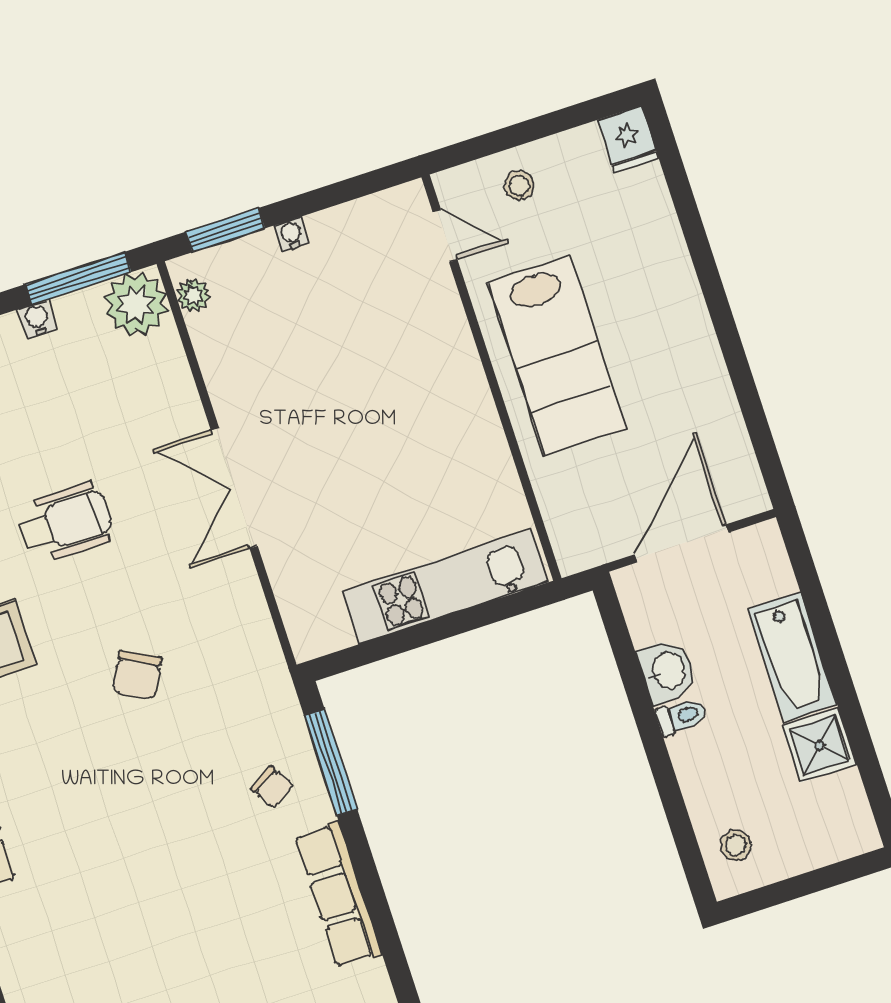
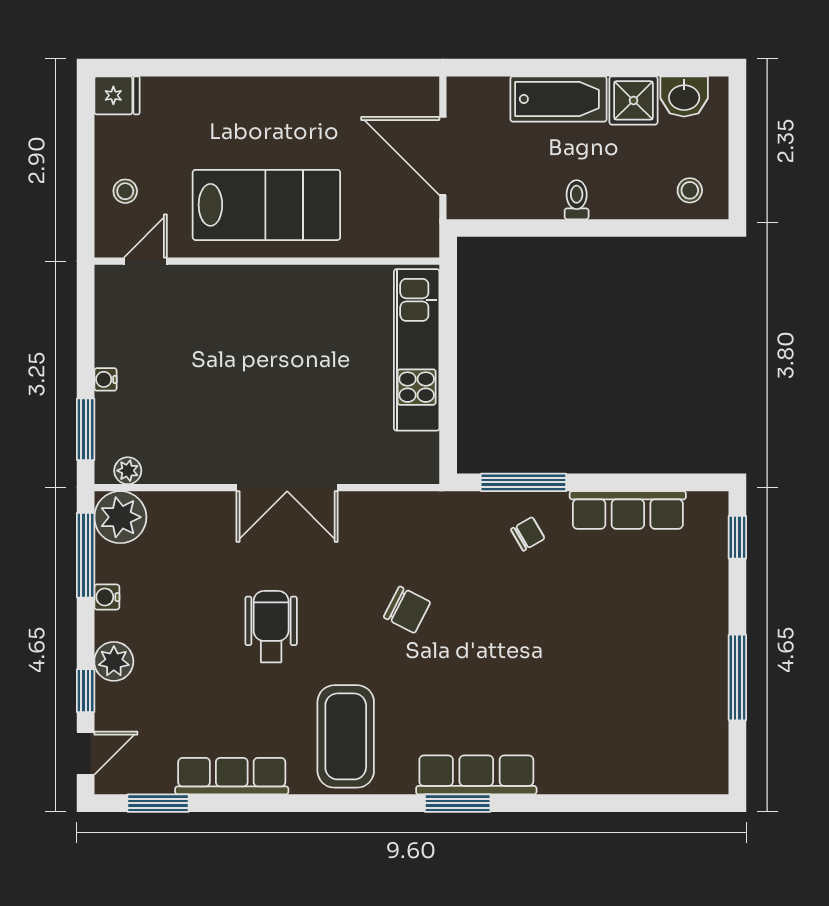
washbasin: (668, 671) -> (684, 96), moved, turned 180

